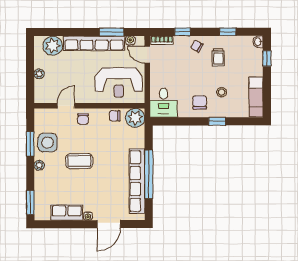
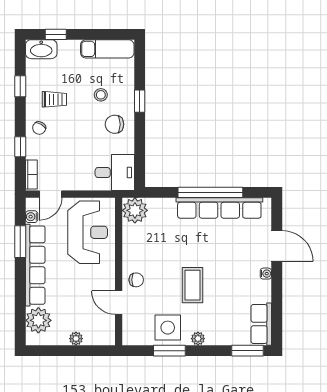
washbasin: (258, 42) -> (41, 49), width x1.91, depth x1.45
chair: (115, 116) -> (132, 238), removed
row of seats: (67, 213) -> (261, 324), moved

